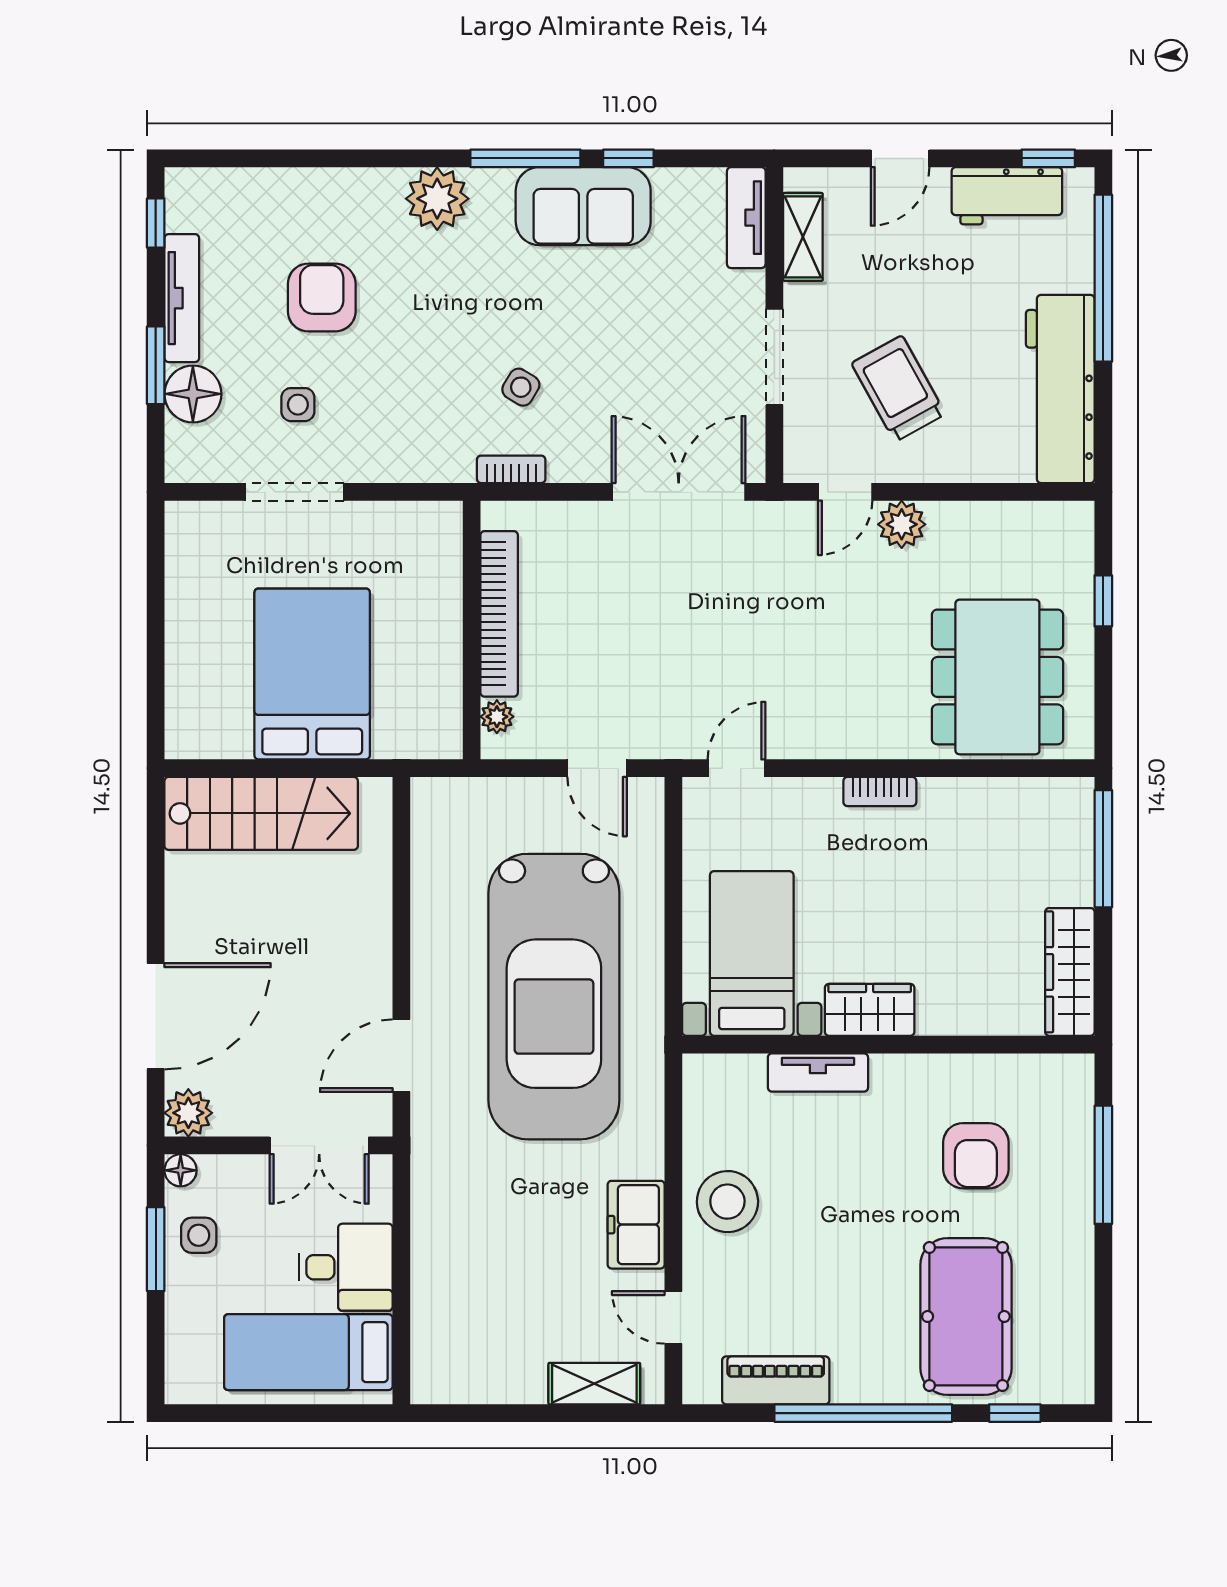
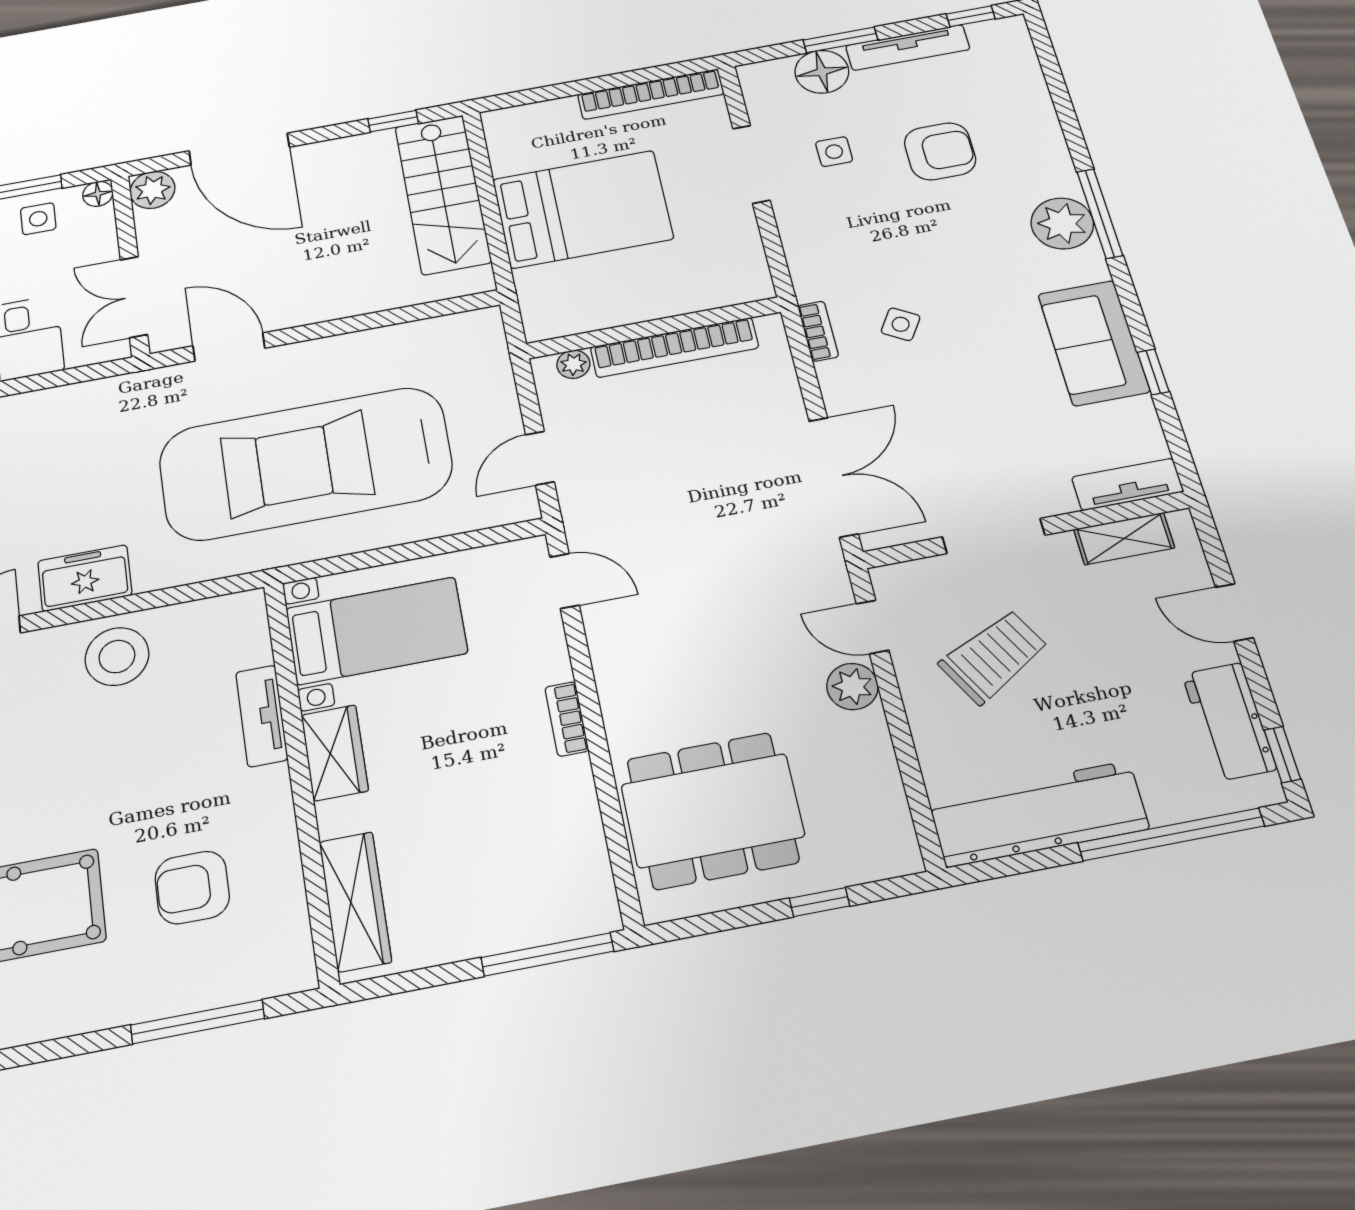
window: (525, 158) -> (1100, 213), moved
bookcase: (182, 577) -> (651, 94), added
window: (156, 851) -> (393, 121), added
wardrobe: (1070, 972) -> (355, 901), moved, turned 90

